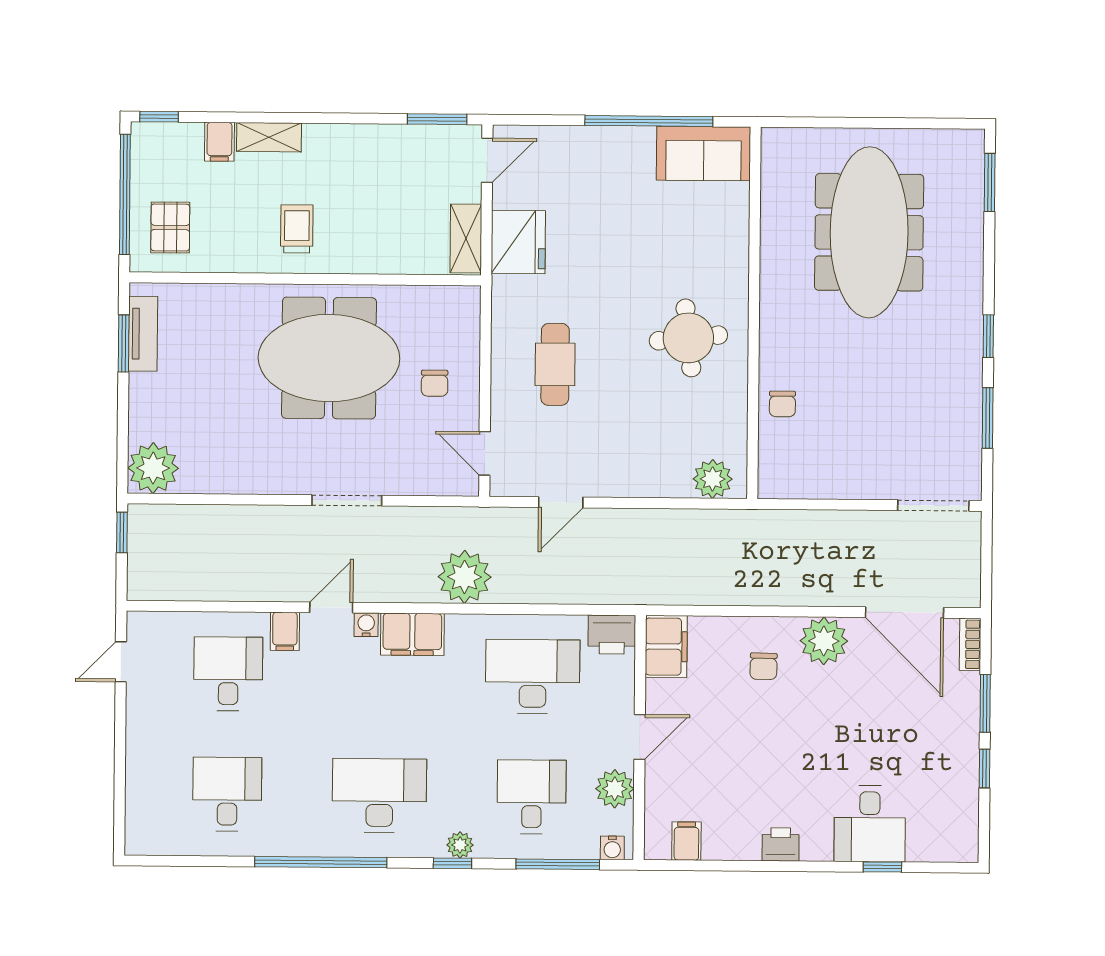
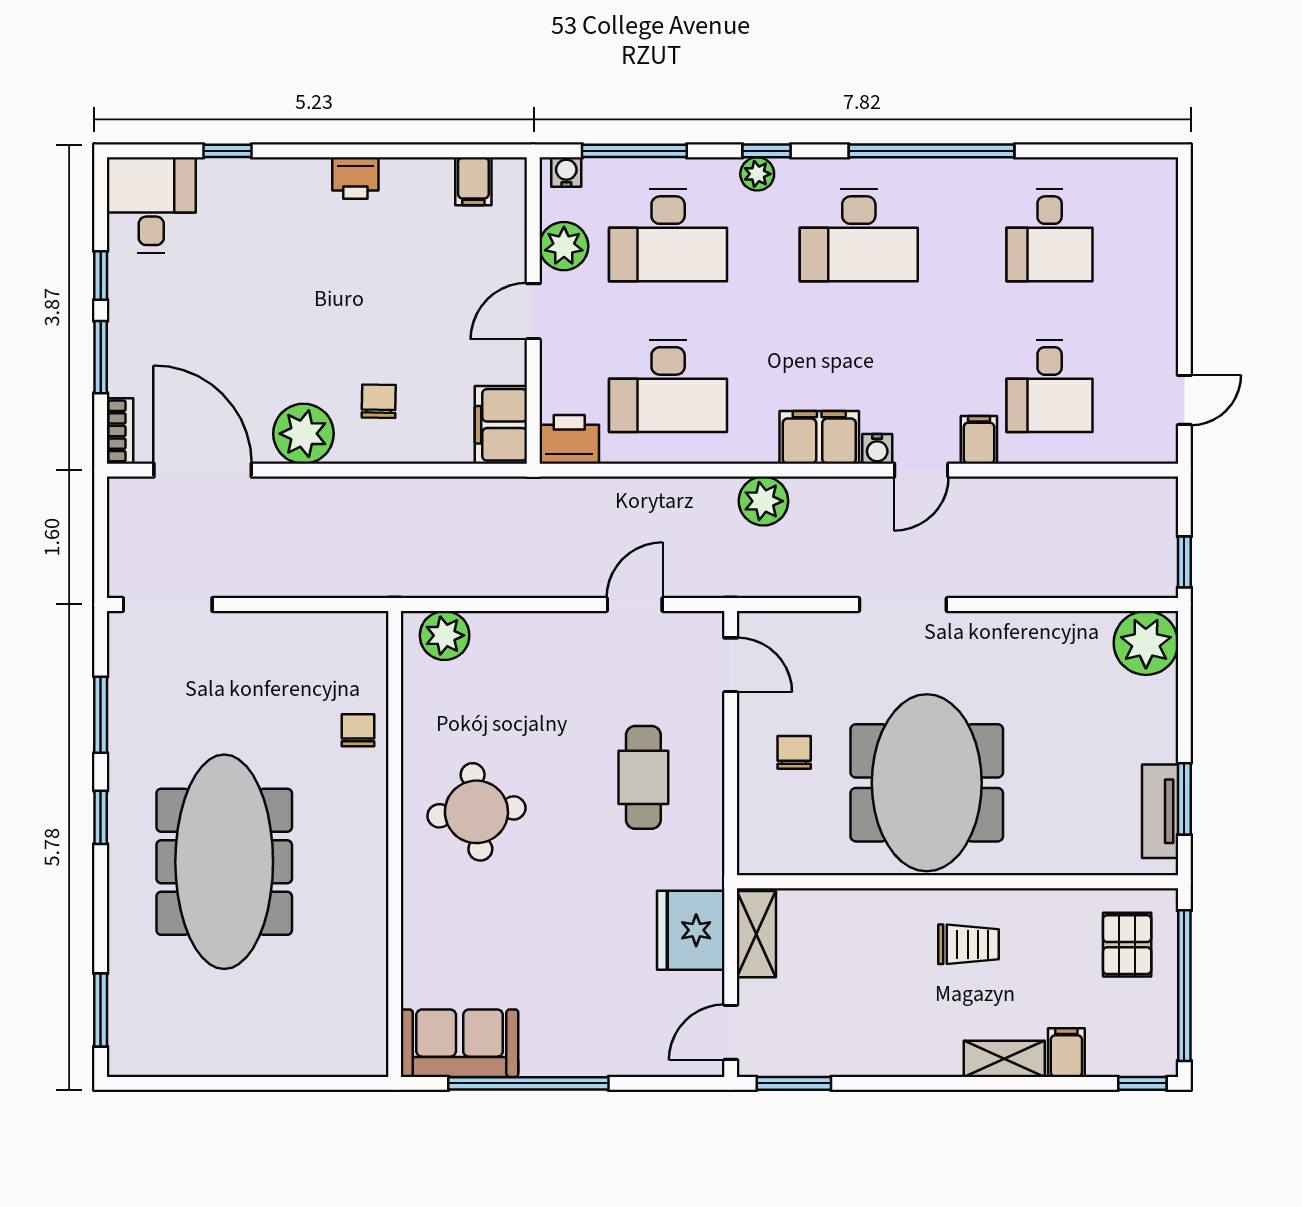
trolley: (297, 229) -> (969, 944), turned -90
meeting table: (869, 232) -> (224, 862), moved
meeting table: (329, 358) -> (927, 783), turned 90
plant: (465, 577) -> (763, 501), width x0.73, depth x0.73
desk: (532, 797) -> (668, 235), width x1.37
desk: (870, 824) -> (151, 205), moved

